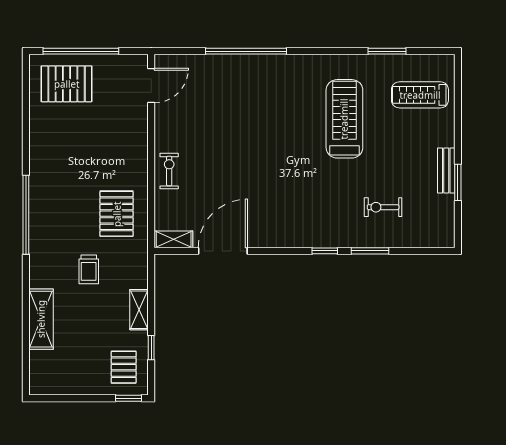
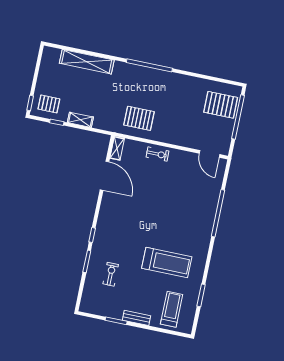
pallet: (67, 84) -> (221, 105), turned 90
bench: (446, 171) -> (136, 318), moved
trolley: (89, 269) -> (110, 95), removed
shelving: (41, 319) -> (87, 62), width x1.47

